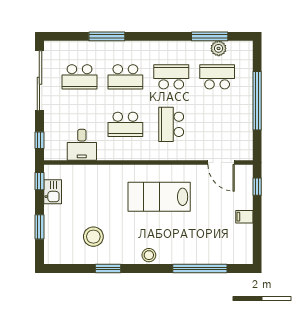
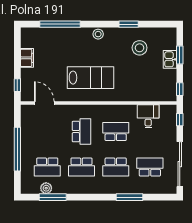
school desk: (125, 77) -> (116, 167), turned 180
kitchen sink: (53, 192) -> (170, 59), moved
filing cabinet: (244, 217) -> (27, 58), width x2.00

